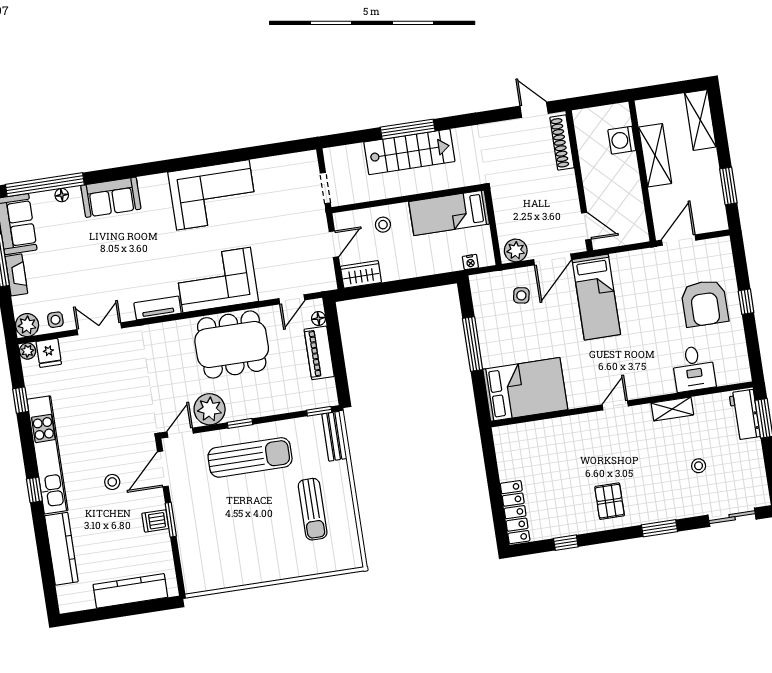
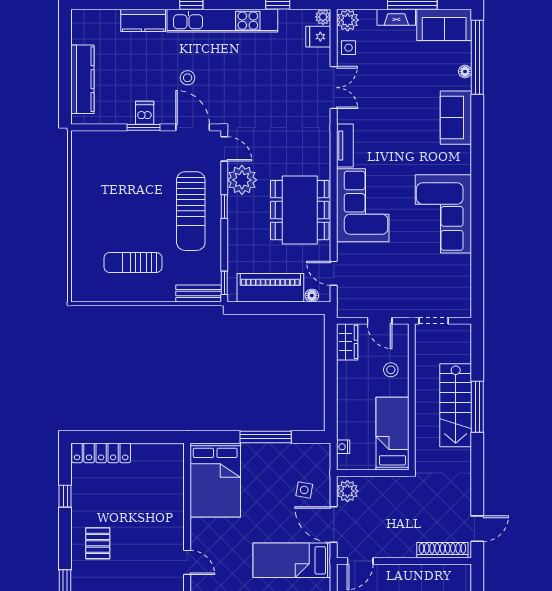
piano: (319, 353) -> (270, 288), width x1.37, depth x1.33
pallet: (610, 501) -> (98, 543), turned 90
kitchen counter: (61, 549) -> (143, 20), width x0.67

